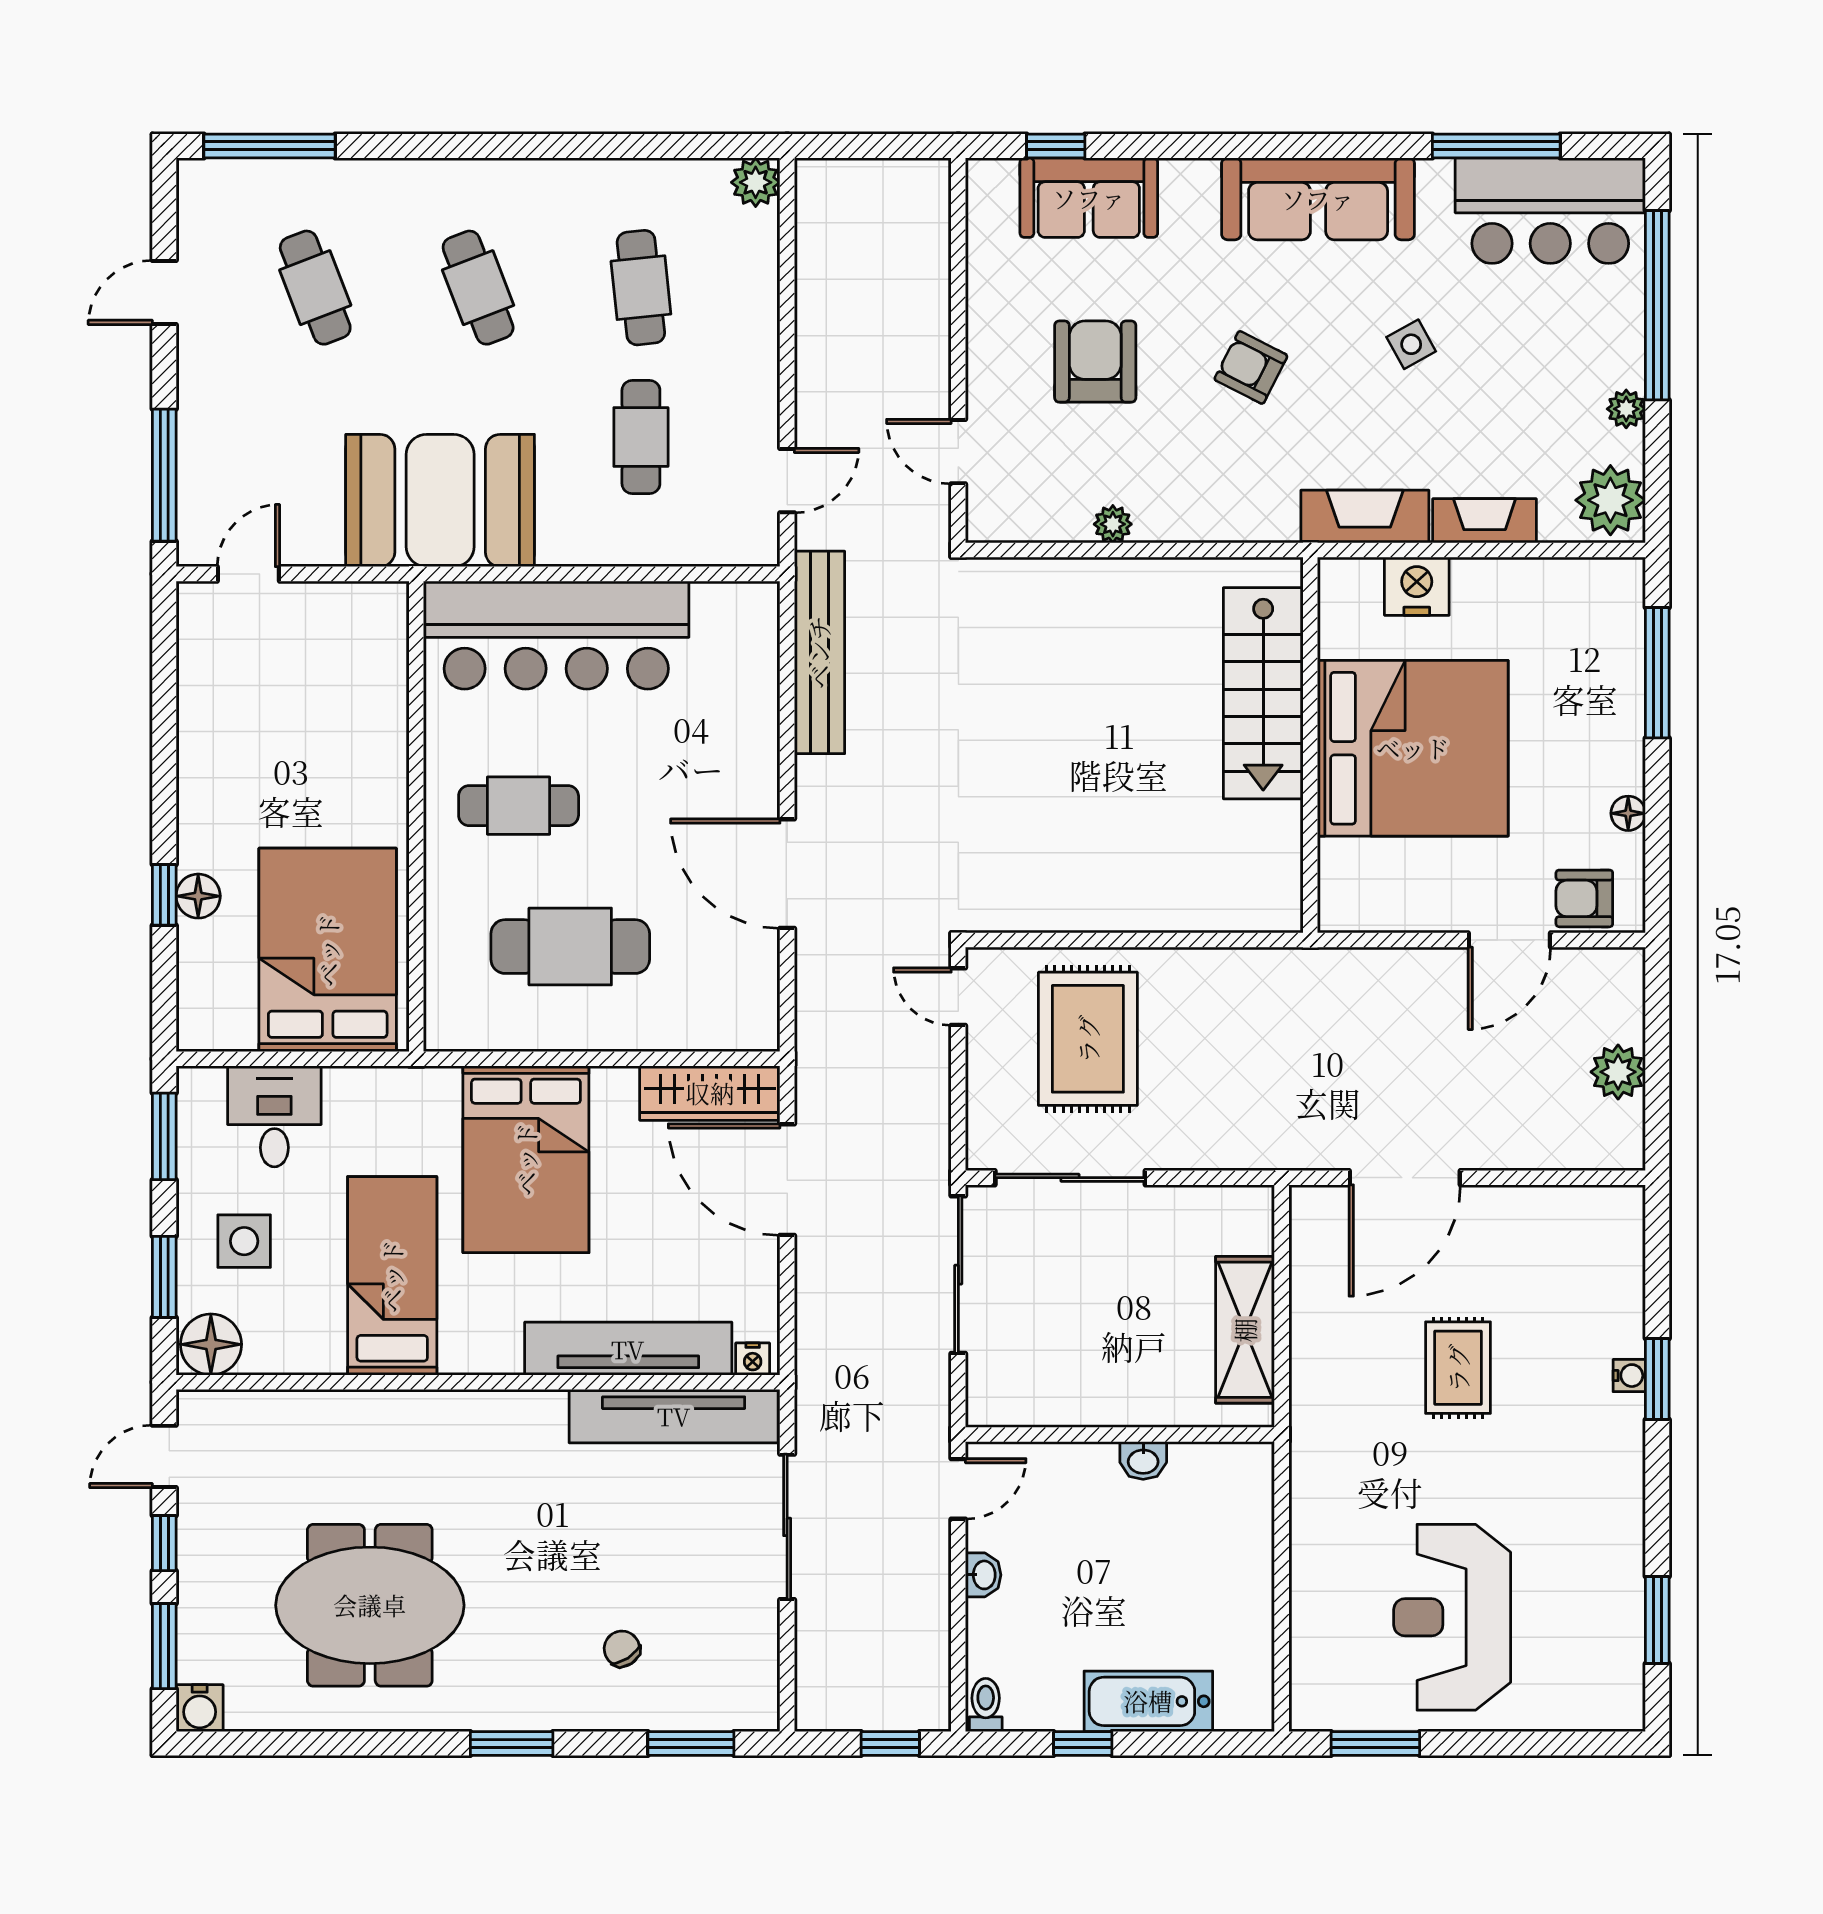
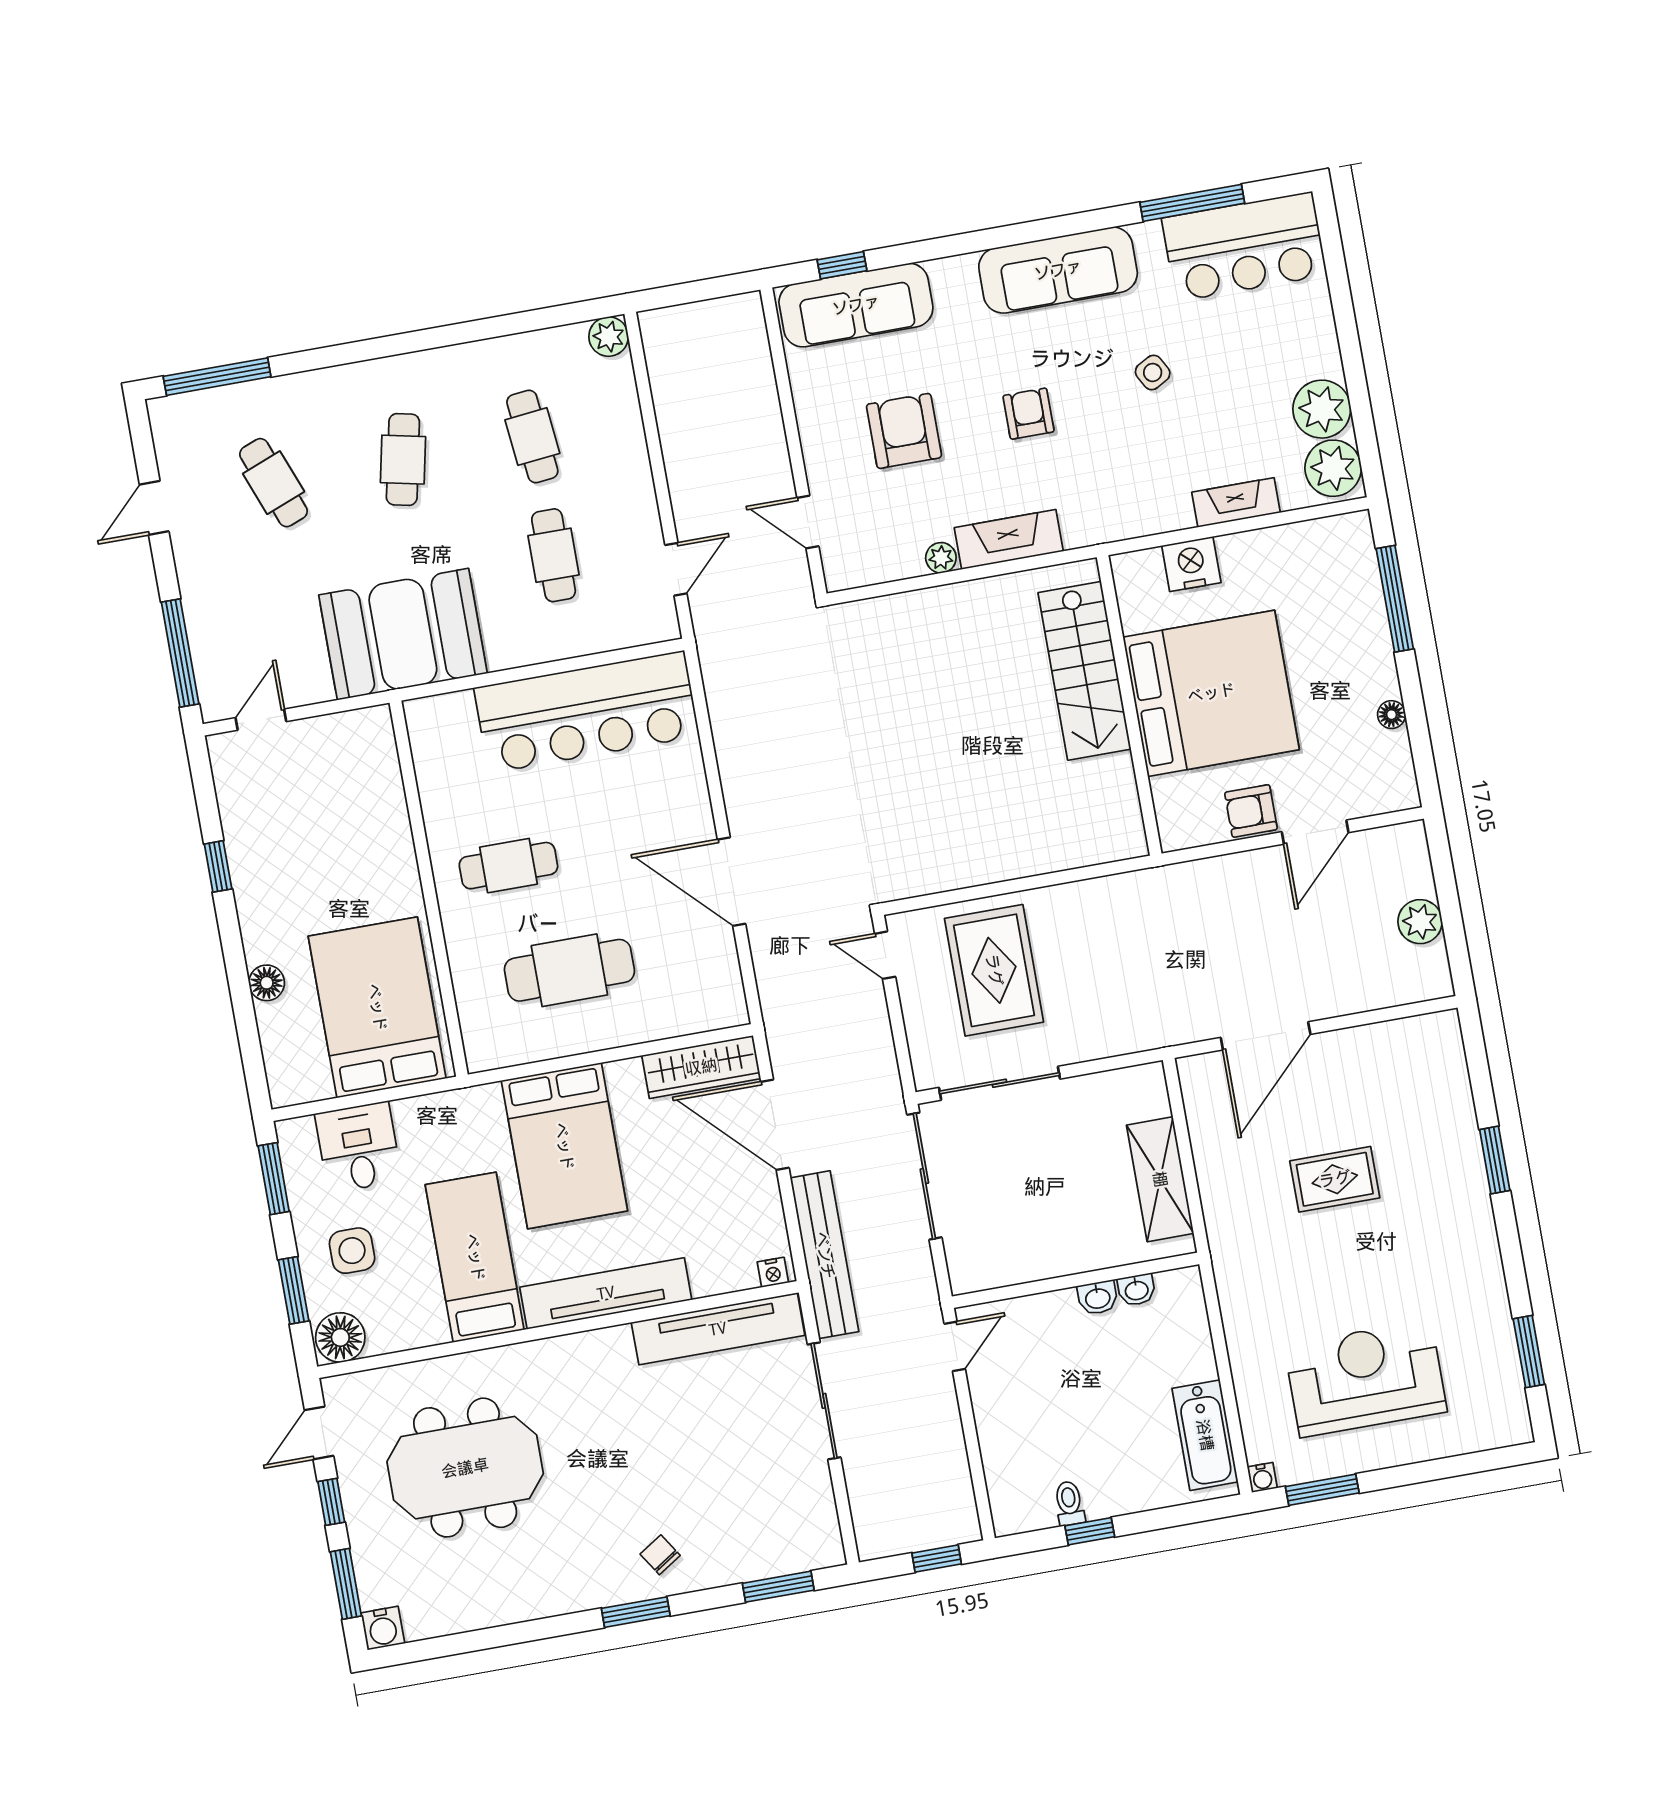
sofa: (1089, 198) -> (856, 305), width x1.36
cafe table: (478, 288) -> (403, 460), turned 33
window: (1657, 305) -> (1343, 307), removed
armchair: (1251, 367) -> (1029, 414), turned 63
plant: (1626, 409) -> (1322, 409), width x1.88, depth x1.88
fireplace: (1365, 517) -> (1009, 539), moved
bar counter: (556, 635) -> (587, 712), moved
bench: (819, 652) -> (825, 1255), moved
window: (164, 895) -> (218, 866), moved
armchair: (1584, 898) -> (1251, 811), moved
tv unit: (628, 1349) -> (606, 1293), moved
rug: (1458, 1368) -> (1335, 1179), turned 90
water cooler: (1629, 1376) -> (1262, 1477), moved, turned 90
washbasin: (983, 1575) -> (1137, 1290), moved, turned 90
meeting table: (370, 1605) -> (465, 1468), moved
reception desk: (1452, 1617) -> (1365, 1379), turned 90
chair: (622, 1649) -> (660, 1555), moved
bathtub: (1148, 1701) -> (1205, 1435), moved, turned -90
toilet: (986, 1705) -> (1069, 1503), moved

